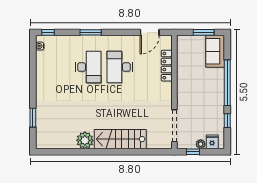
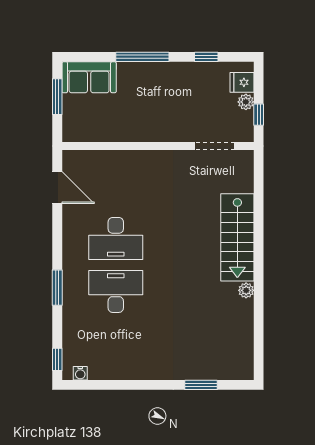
locker: (167, 66) -> (113, 159), removed
window: (227, 83) -> (142, 57), width x0.68
doorway: (174, 126) -> (215, 146), width x0.73
plant: (85, 140) -> (246, 290), width x0.53, depth x0.53

